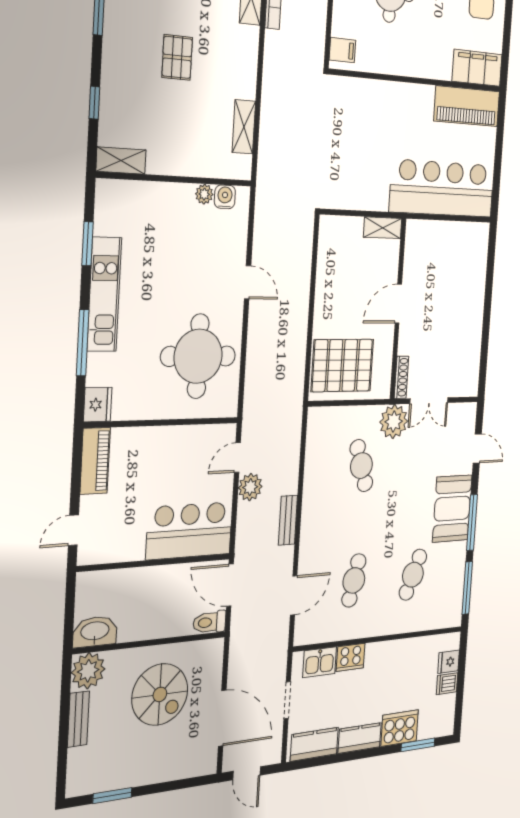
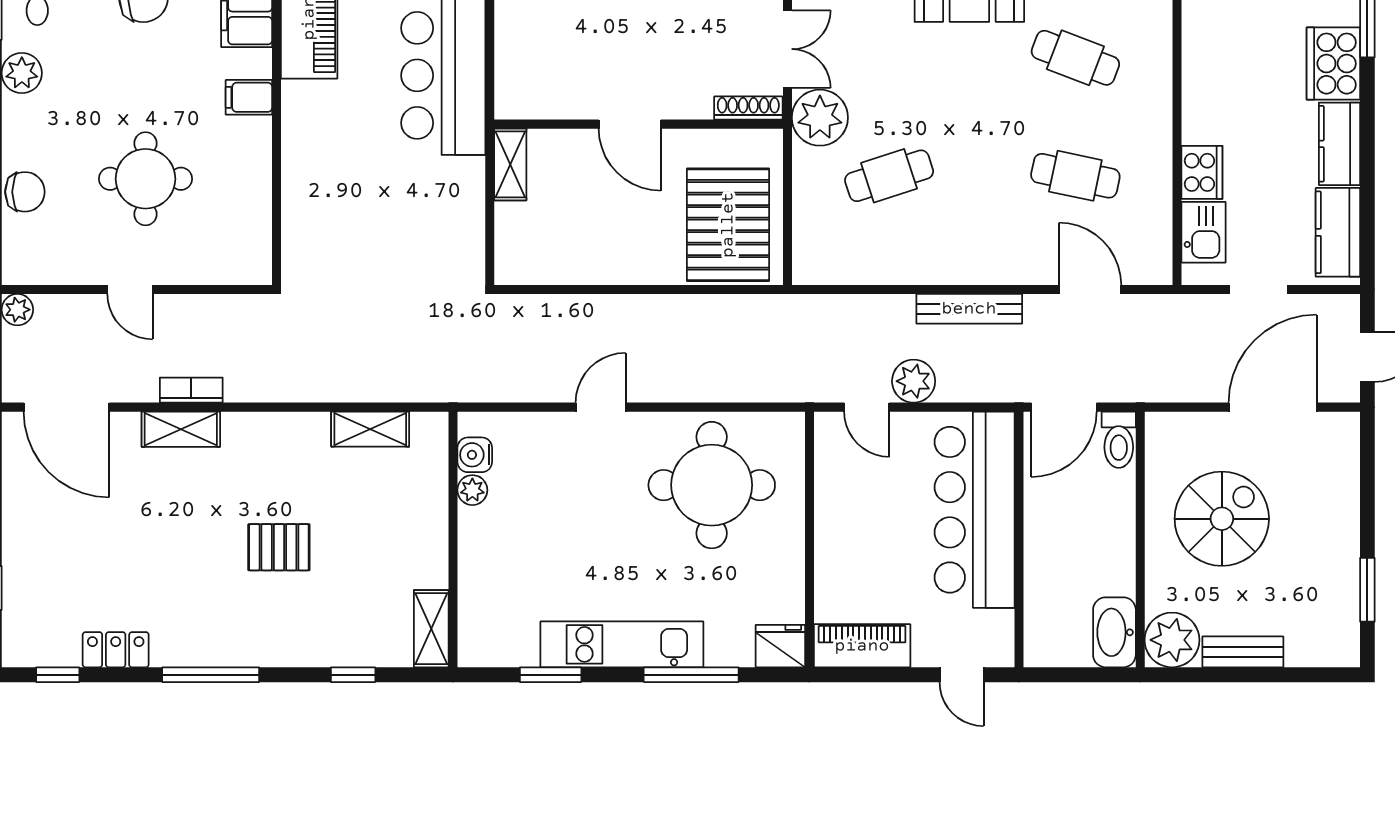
filing cabinet: (342, 50) -> (249, 97), moved, turned -90
bench: (288, 520) -> (969, 309), width x1.36
bar counter: (189, 531) -> (975, 510), width x1.36

